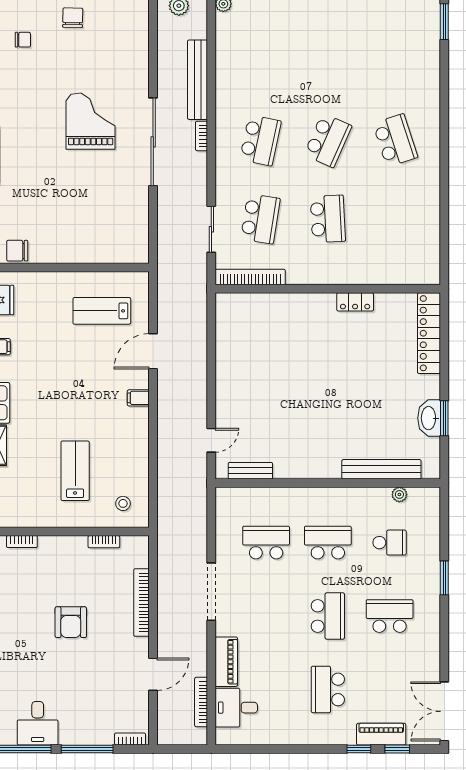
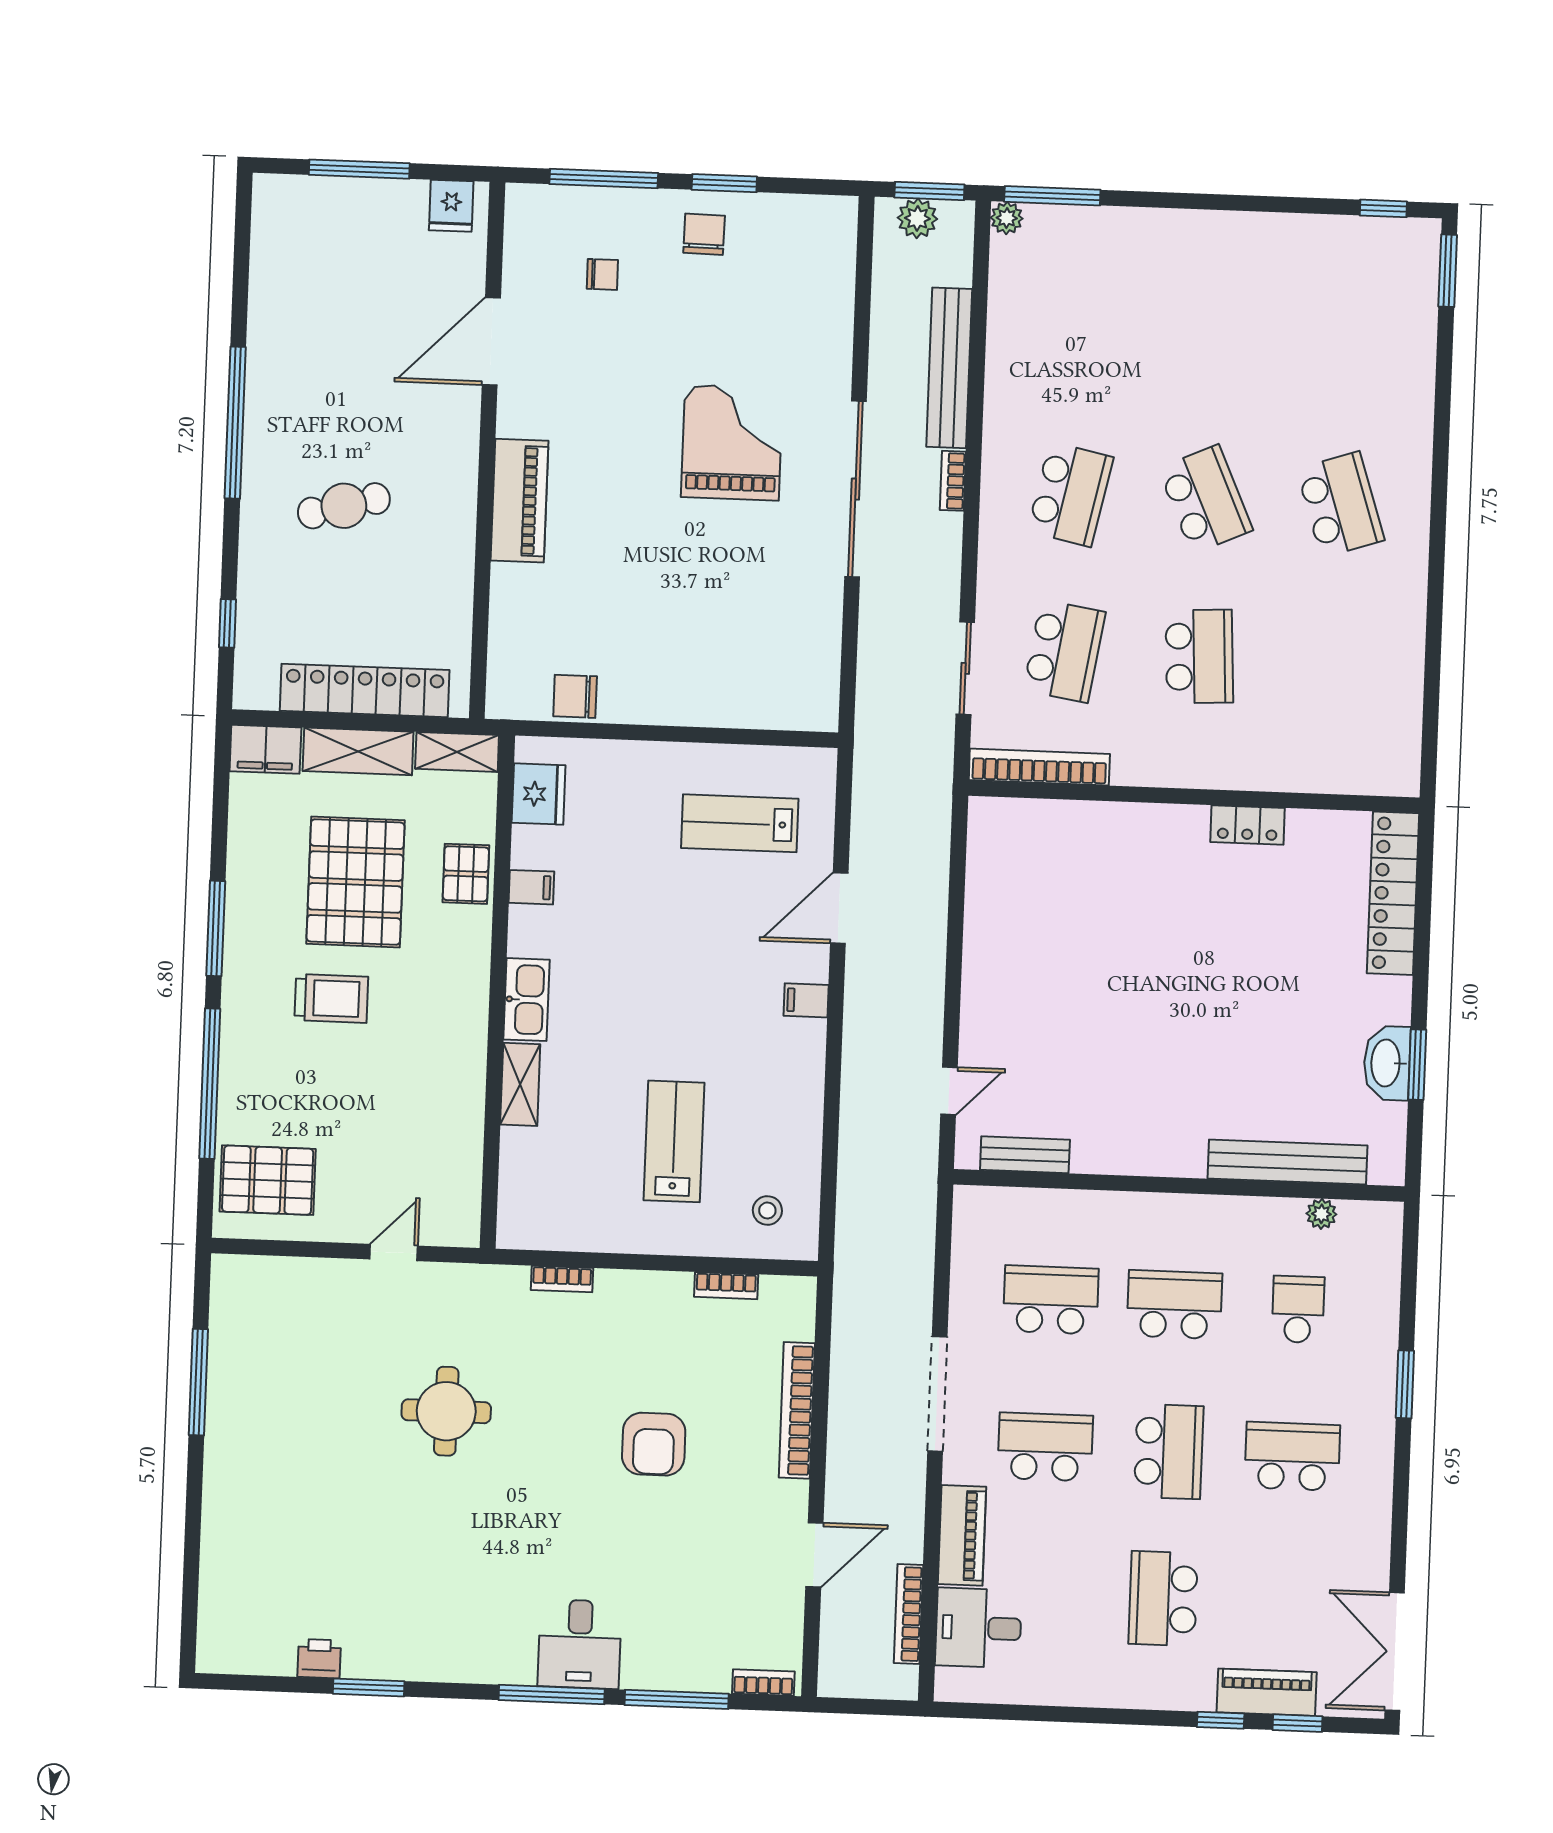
school desk: (328, 140) -> (1205, 499), turned -48
school desk: (390, 543) -> (1298, 1309), turned -90
school desk: (266, 616) -> (1045, 1447), added

